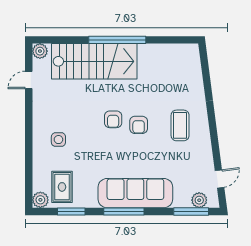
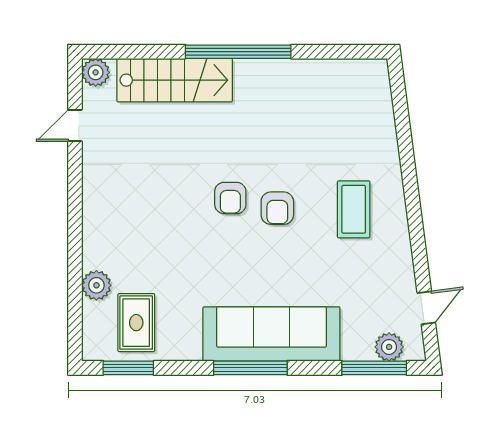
stairs: (94, 61) -> (175, 80), width x0.73, depth x0.66
side table: (58, 140) -> (130, 235), removed
plant: (40, 200) -> (96, 285), moved
window: (71, 211) -> (128, 368), moved

